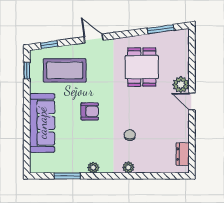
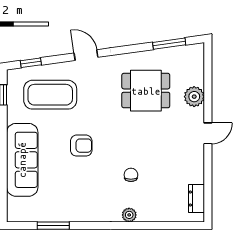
dining table: (142, 67) -> (146, 91), turned 90
plant: (181, 85) -> (194, 97), moved
door: (192, 102) -> (208, 133), swing flipped
plant: (93, 167) -> (86, 215), removed

